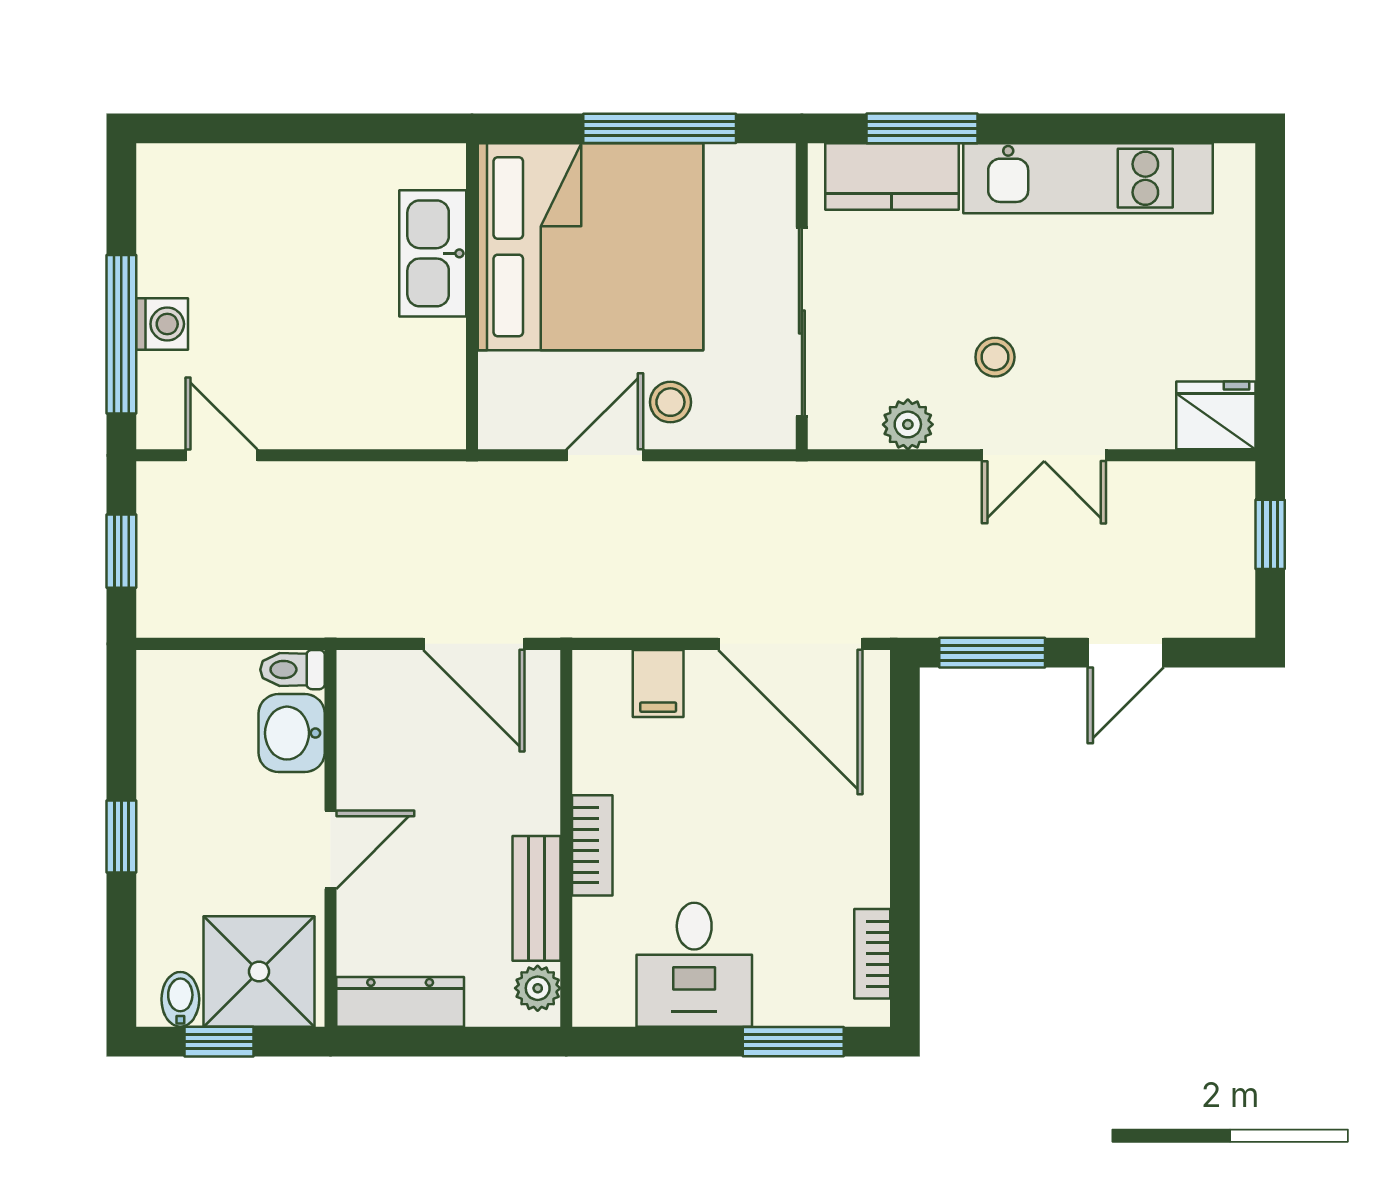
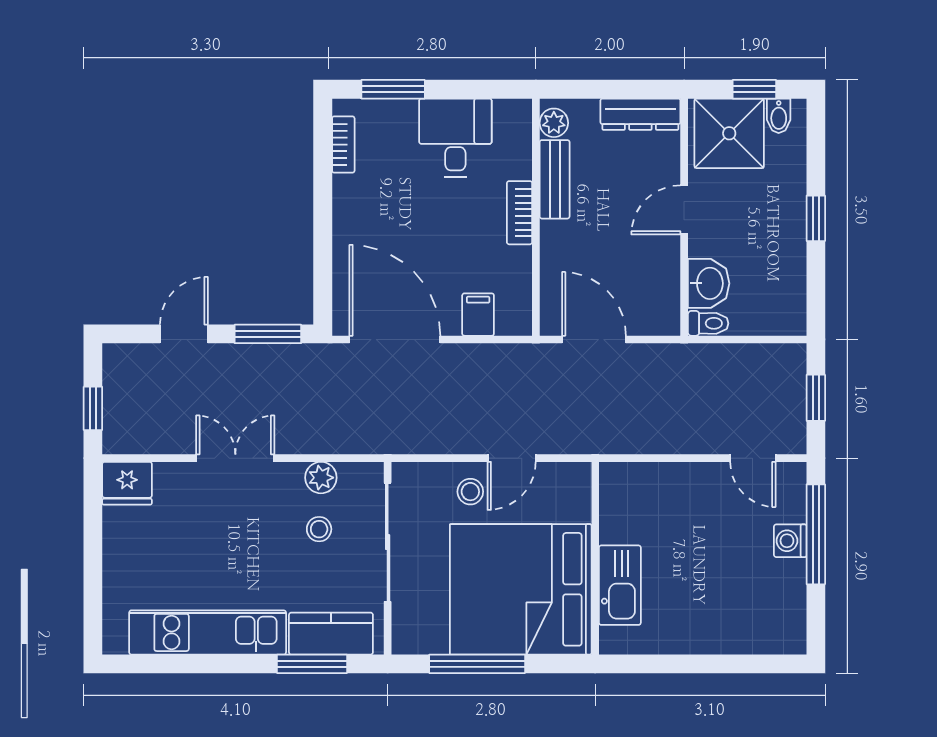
stool: (995, 357) -> (319, 529), moved

